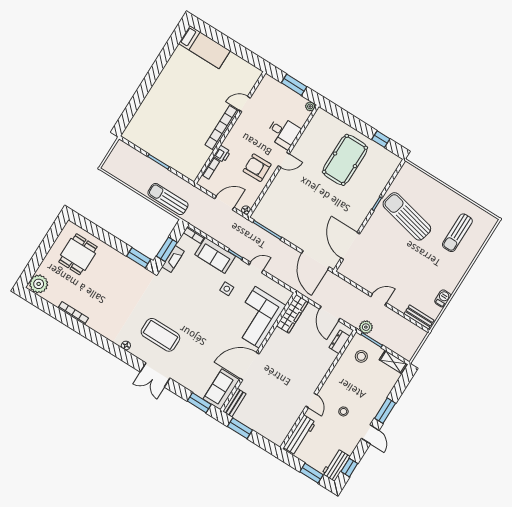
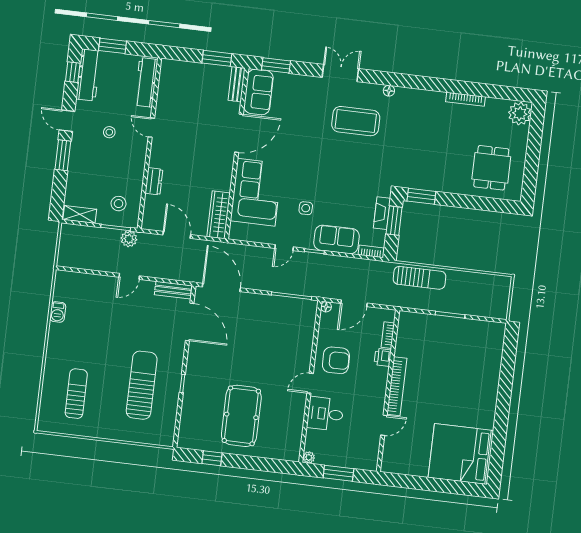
bed: (204, 47) -> (461, 454), width x2.04
sun lounger: (407, 216) -> (142, 385), turned -103
bench: (419, 317) -> (173, 290), moved
dresser: (339, 342) -> (154, 181), moved
workbench: (336, 465) -> (88, 75), width x1.38

